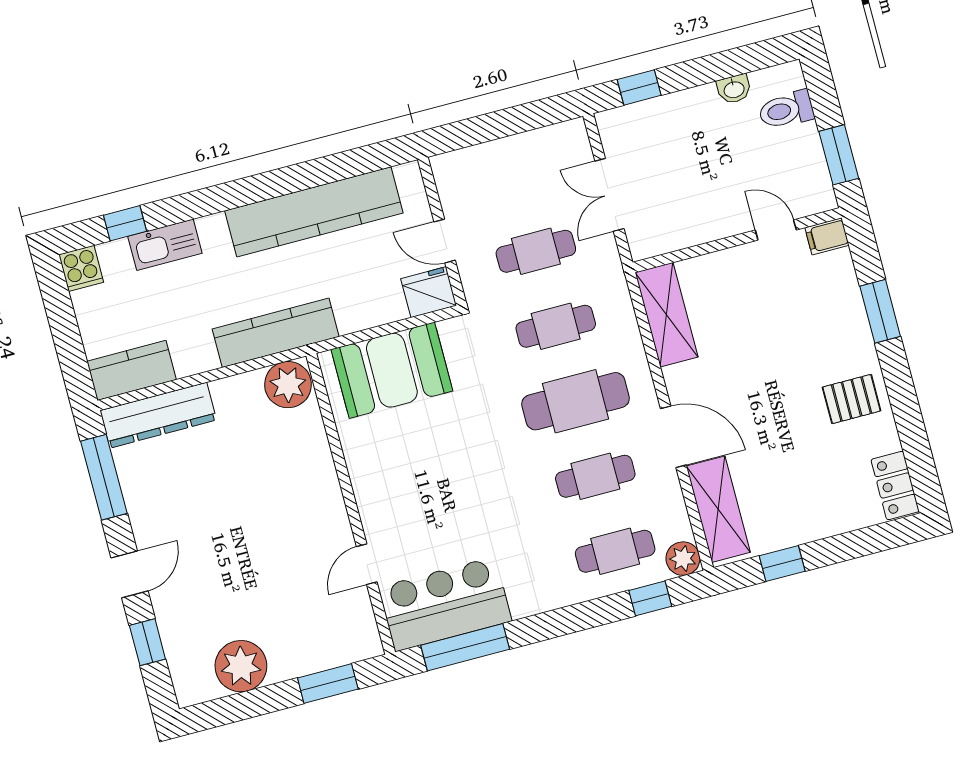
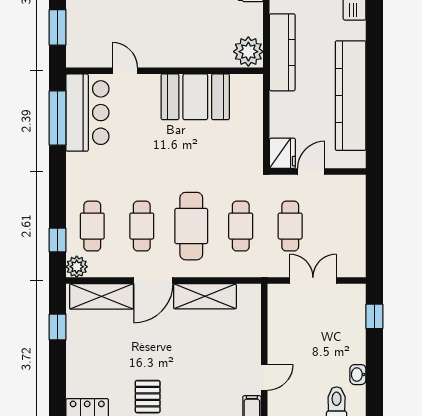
shelving: (667, 315) -> (205, 296), moved
booth: (392, 370) -> (195, 97), moved, turned 90

